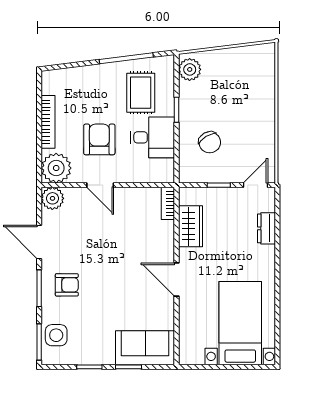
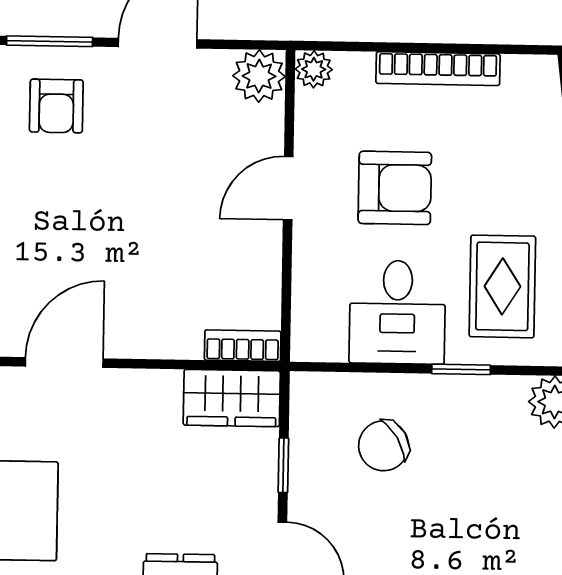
rug: (141, 93) -> (502, 286), turned 90
plant: (56, 168) -> (314, 69), width x0.53, depth x0.53
wardrobe: (190, 226) -> (232, 398), moved

